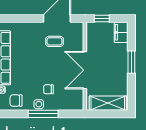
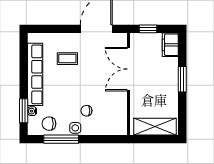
coffee table: (55, 41) -> (67, 59), moved
double door: (85, 70) -> (128, 69), moved
window: (43, 114) -> (61, 139), moved

